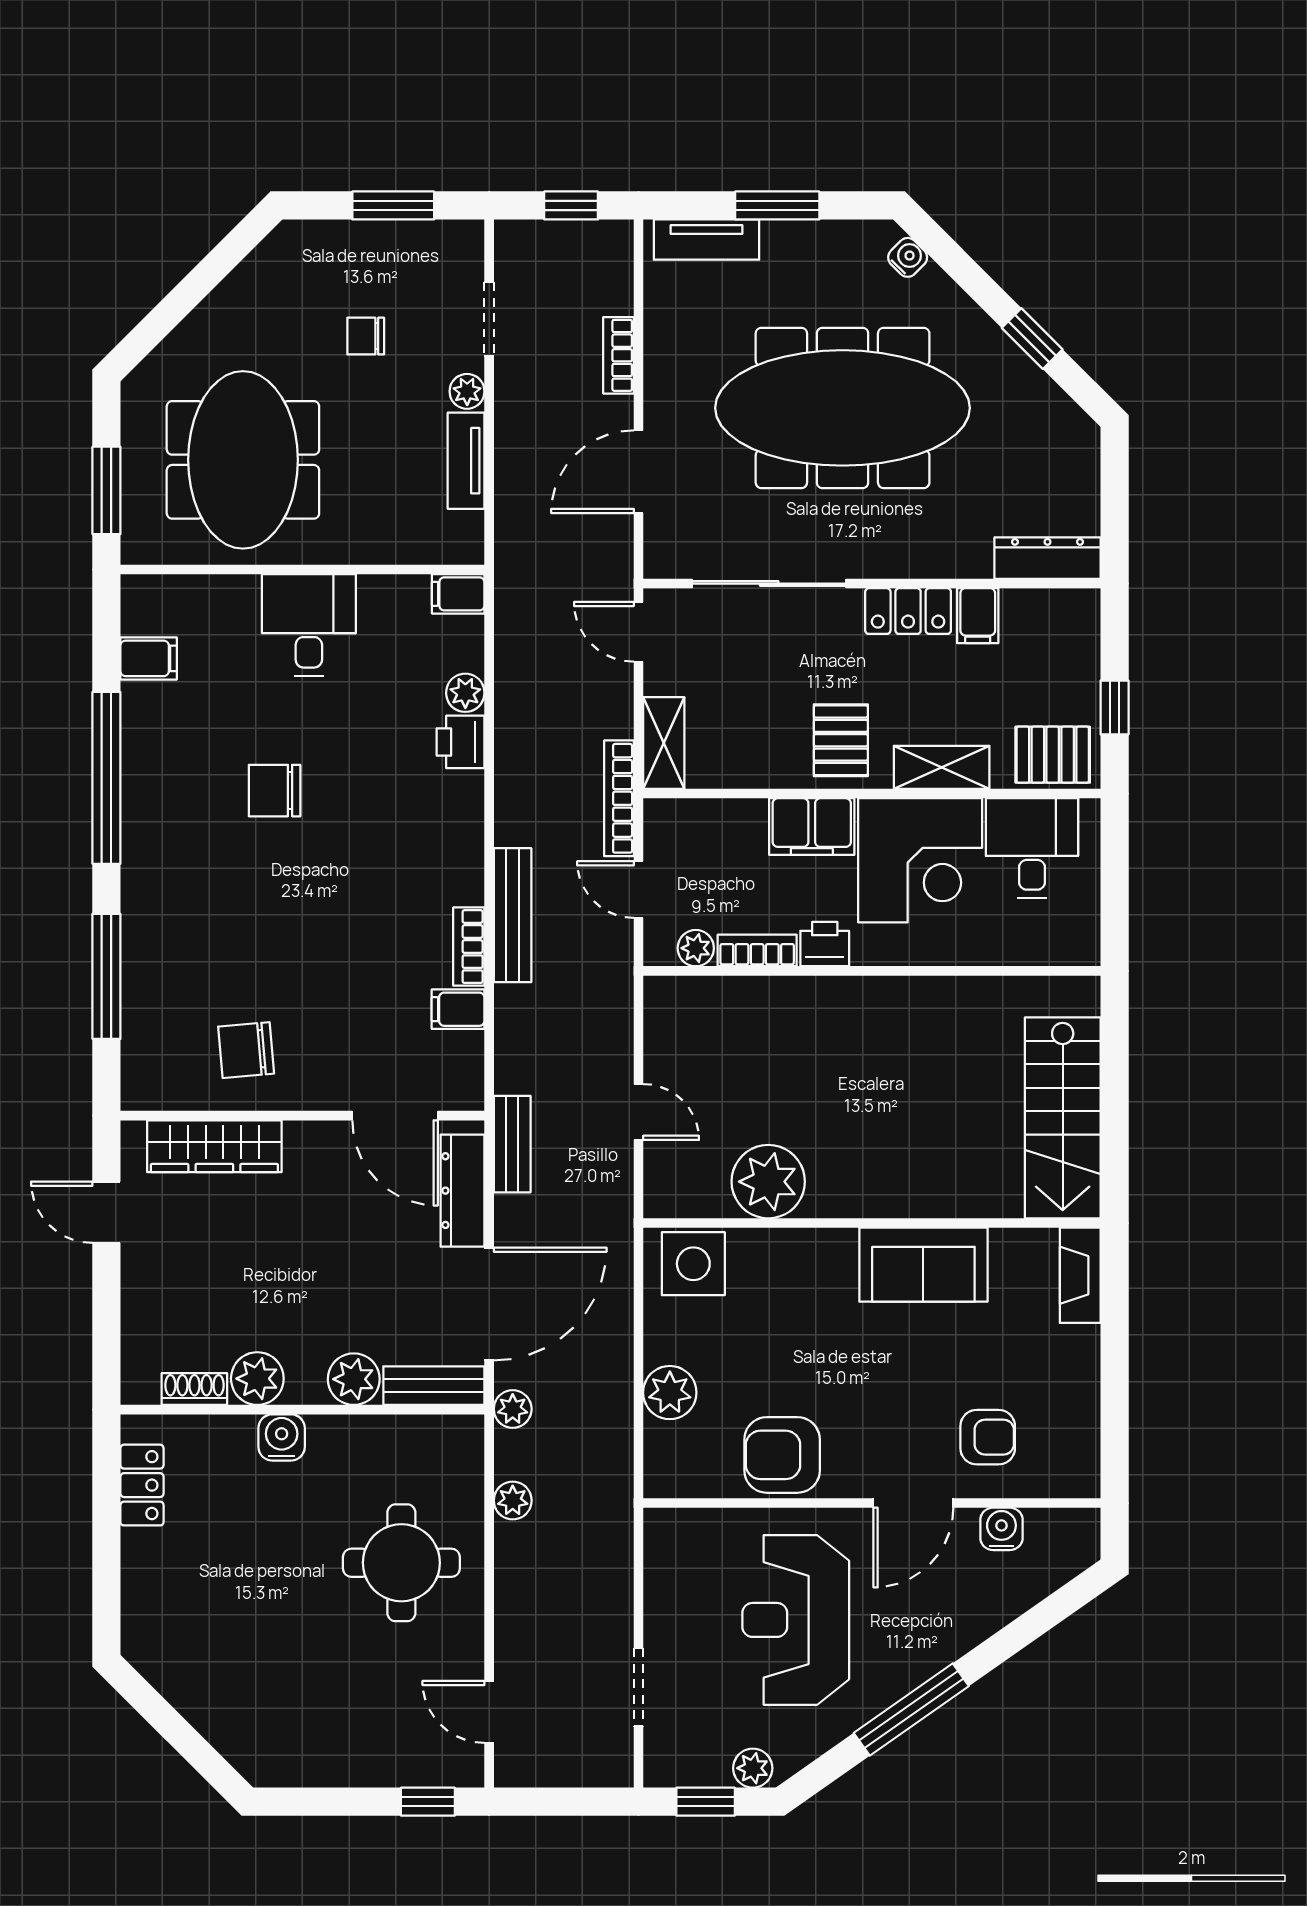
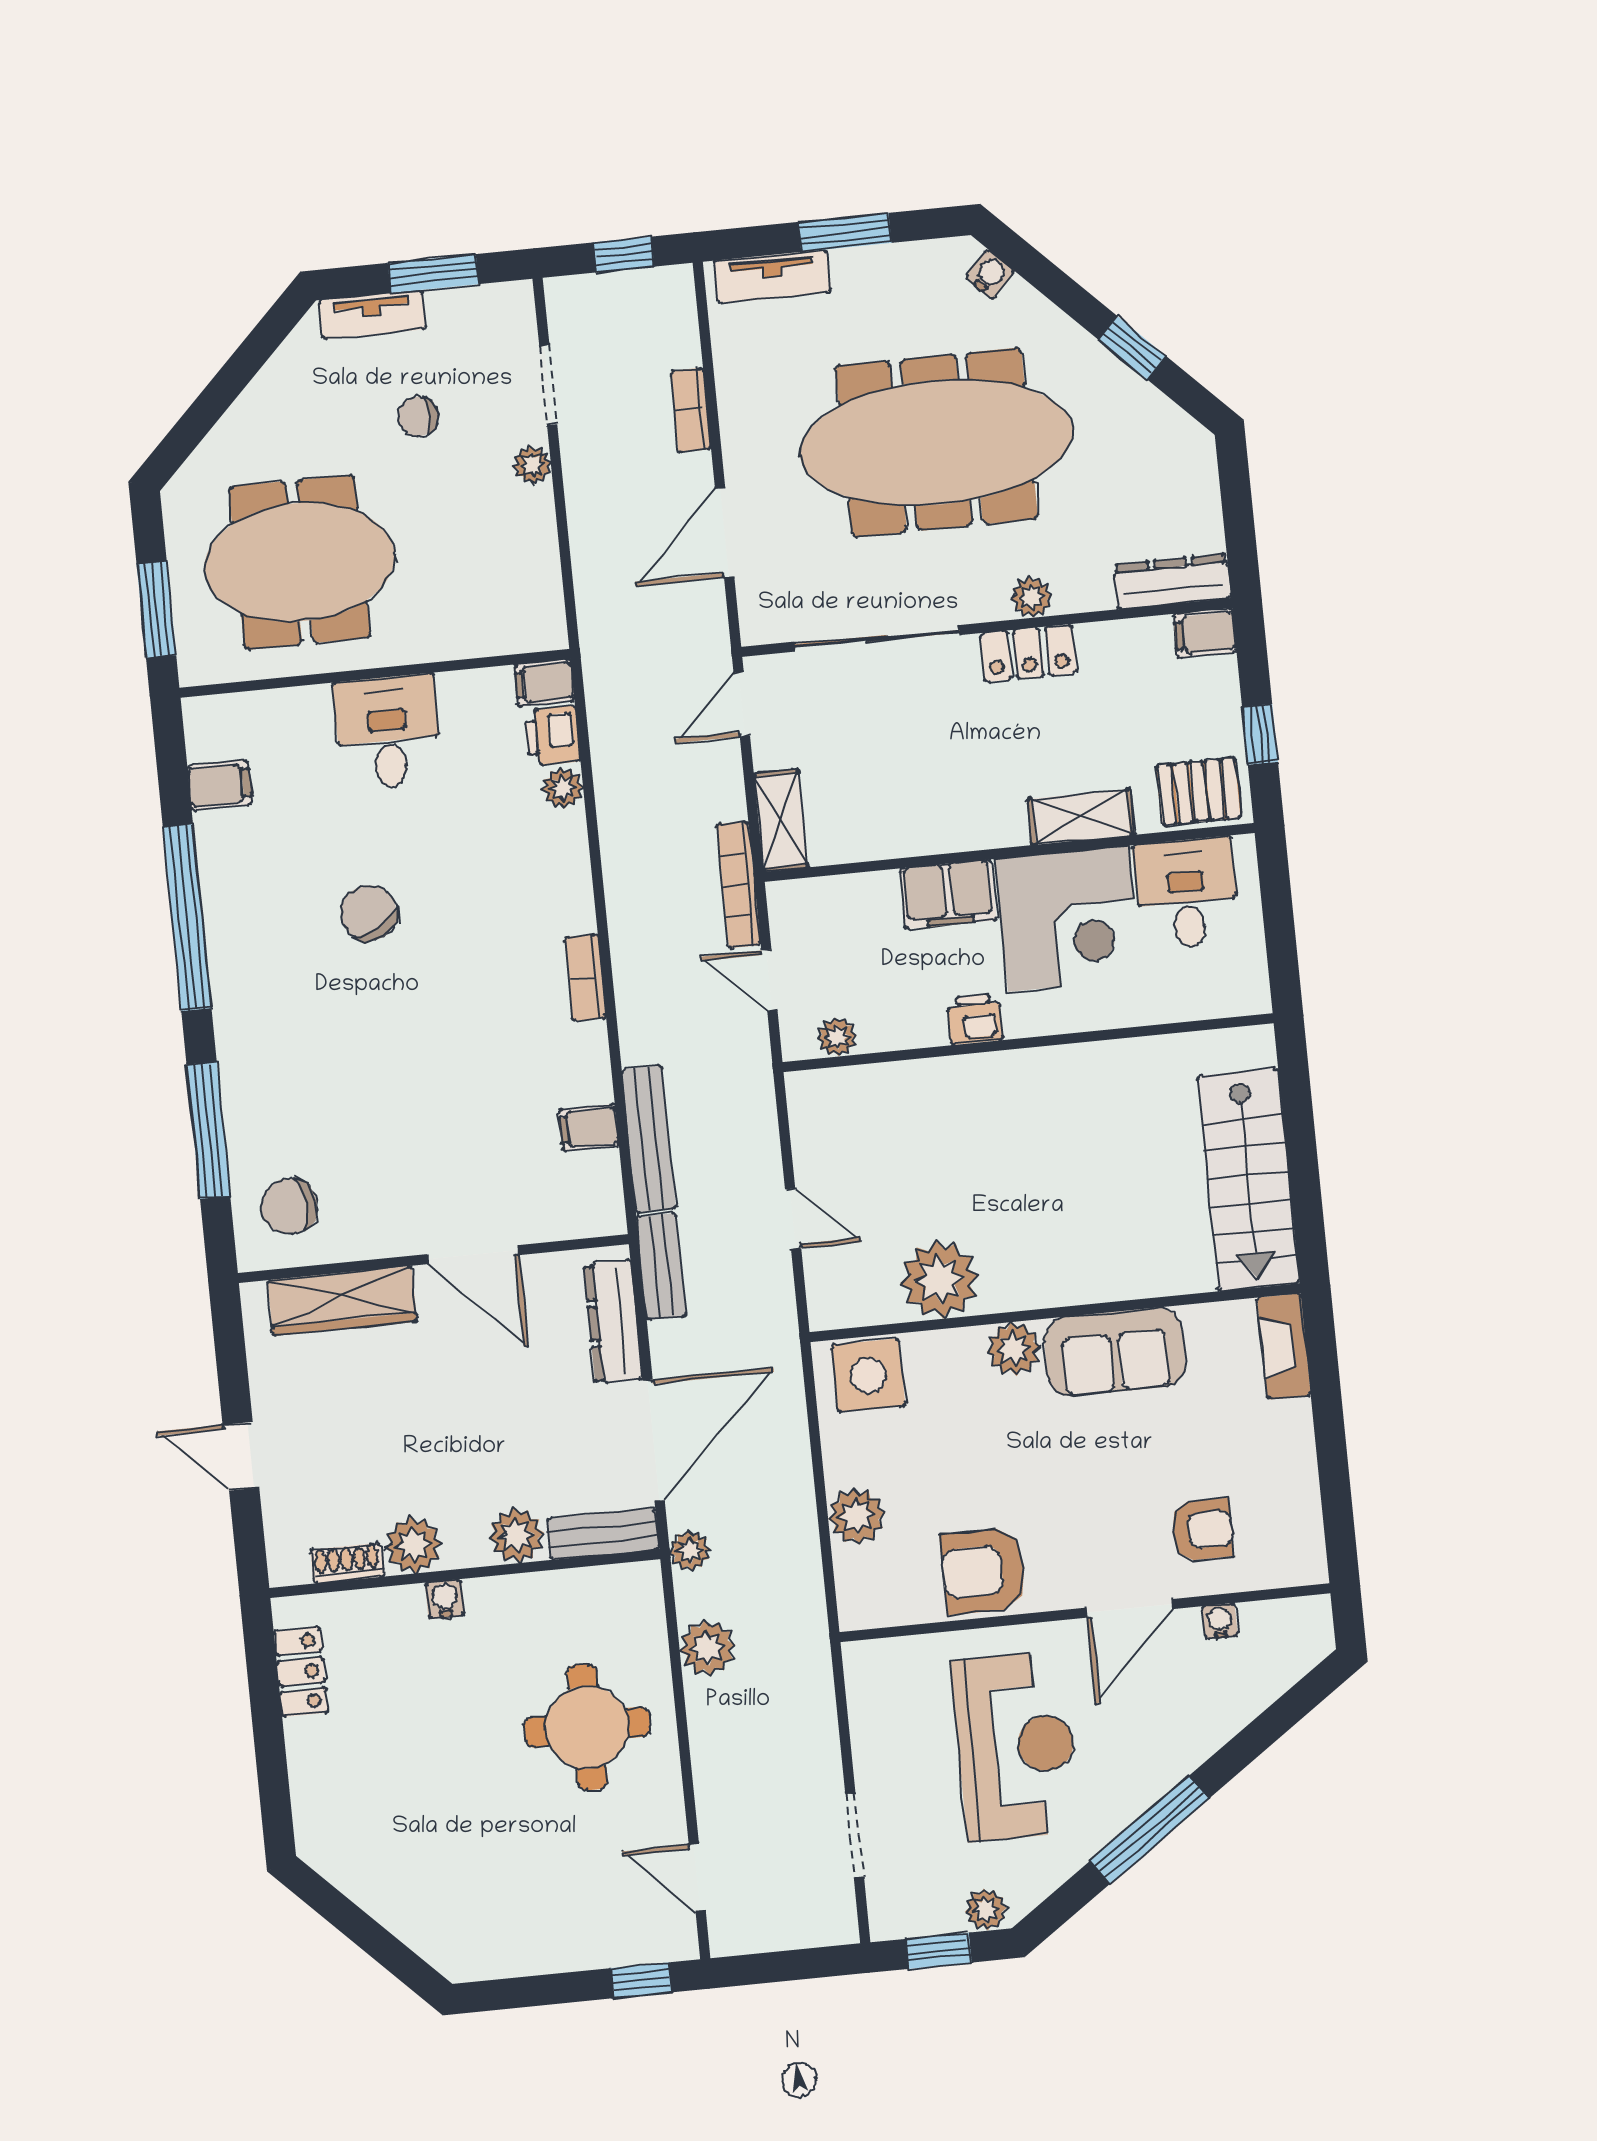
meeting table: (243, 460) -> (299, 562), turned 90
tv unit: (466, 461) -> (372, 315), moved, turned -90
plant: (916, 560) -> (1031, 597), added
filing cabinet: (978, 616) -> (1205, 633), moved, turned 90
door: (638, 632) -> (742, 704), hinge flipped
pallet: (841, 740) -> (970, 799), removed
printer: (461, 742) -> (552, 736), moved
chair: (275, 791) -> (369, 913), turned 62
bench: (513, 915) -> (649, 1139), moved
bookcase: (469, 947) -> (585, 978), moved
bookcase: (757, 950) -> (903, 1033), removed
chair: (246, 1050) -> (289, 1206), moved
door: (395, 1116) -> (473, 1255), moved
door: (106, 1212) -> (241, 1456), moved
plant: (830, 1253) -> (1014, 1349), added
water cooler: (282, 1437) -> (445, 1599), width x0.72, depth x0.72
plant: (513, 1500) -> (707, 1648), width x1.38, depth x1.38
water cooler: (1001, 1529) -> (1220, 1621), width x0.72, depth x0.72
reception desk: (796, 1620) -> (1016, 1746), turned 180

